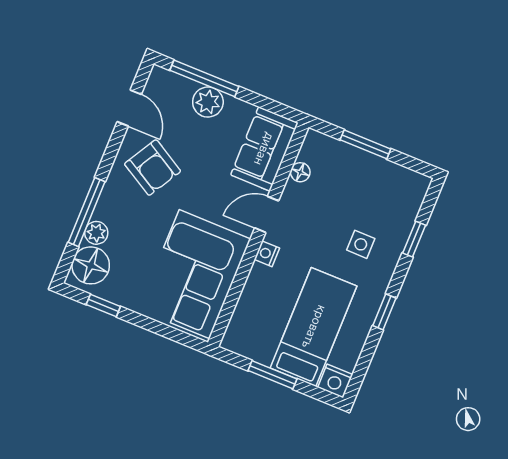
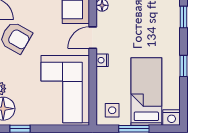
side table: (361, 244) -> (112, 110), moved

